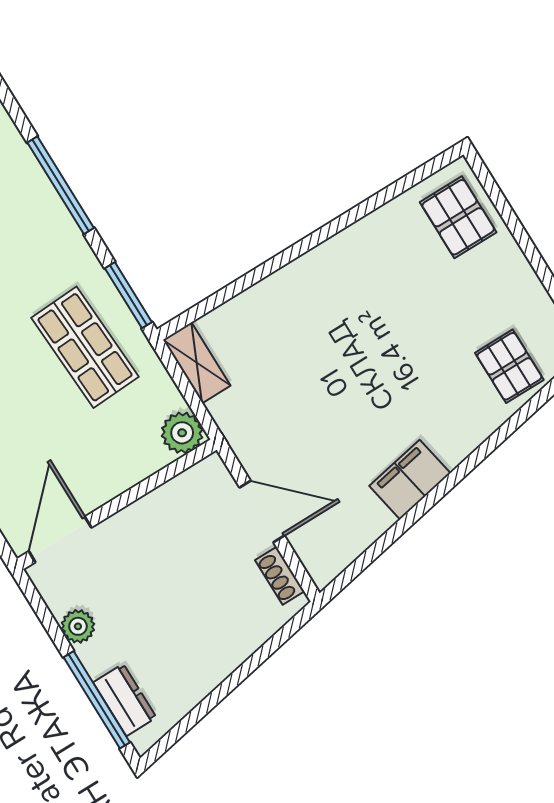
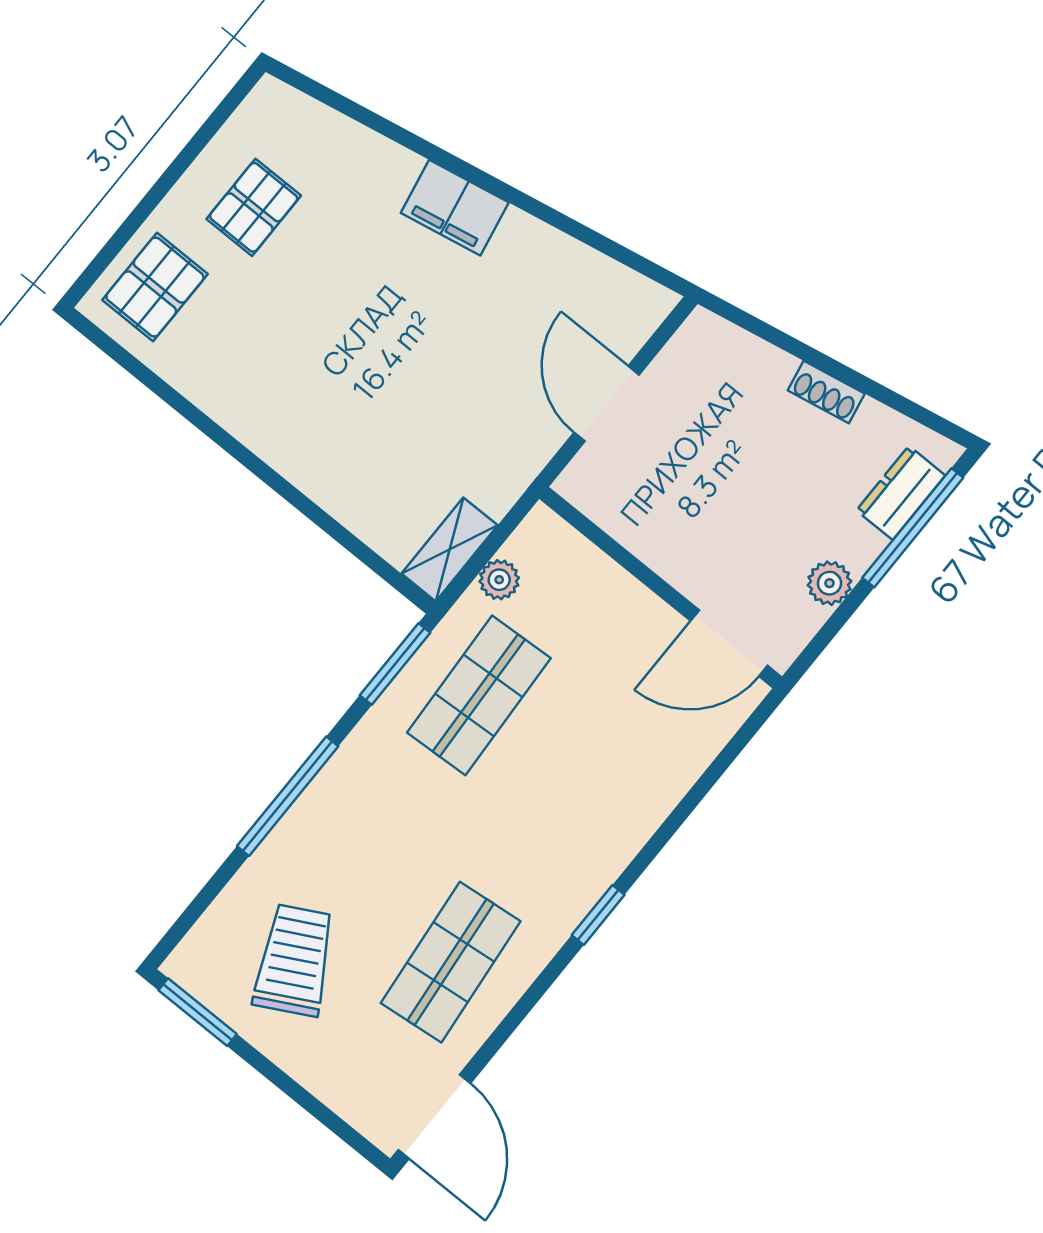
pallet: (509, 366) -> (254, 207), moved
plant: (182, 433) -> (499, 580), moved, width x0.73, depth x0.73
filing cabinet: (410, 480) -> (455, 208), moved
shoe rack: (280, 576) -> (826, 392), moved, turned 79

